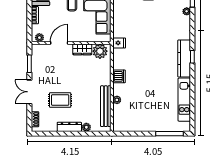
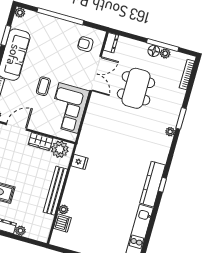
fridge: (119, 43) -> (80, 162), moved
dishwasher: (119, 76) -> (62, 223), moved
bench: (106, 106) -> (55, 191), moved

